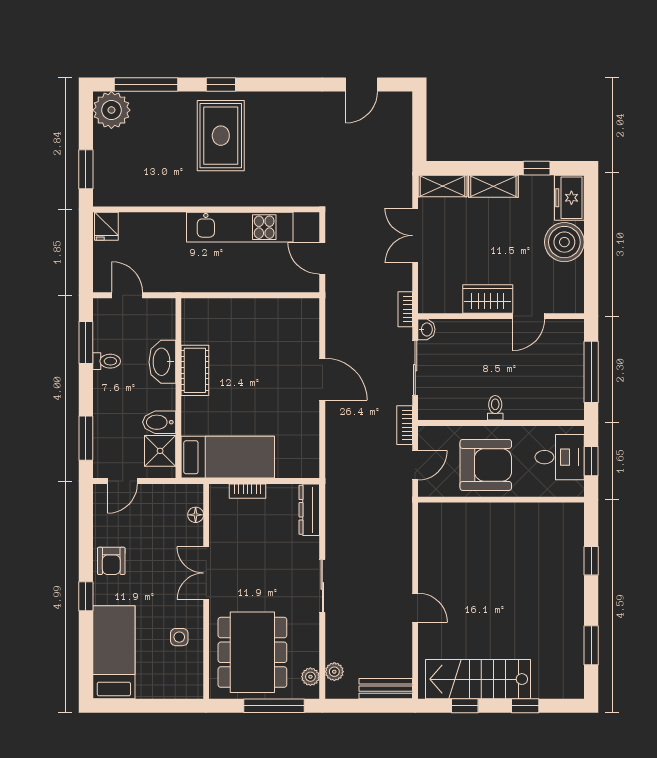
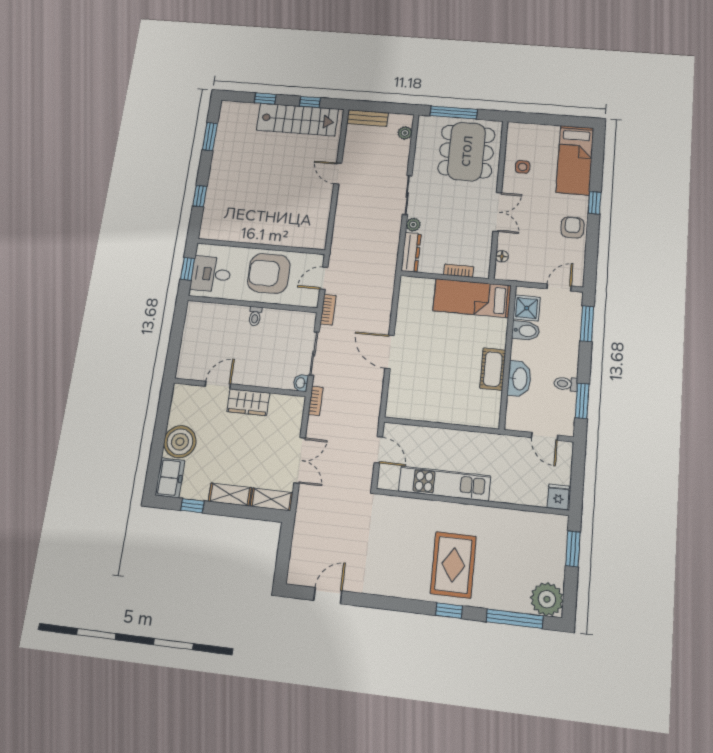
window: (591, 372) -> (176, 337), removed
plant: (310, 677) -> (413, 225), moved

